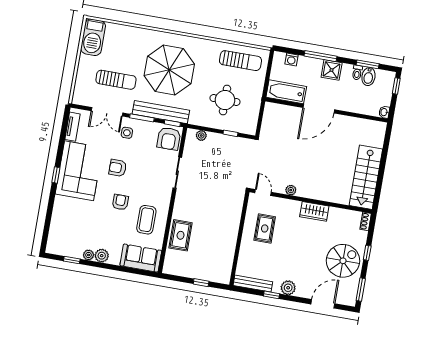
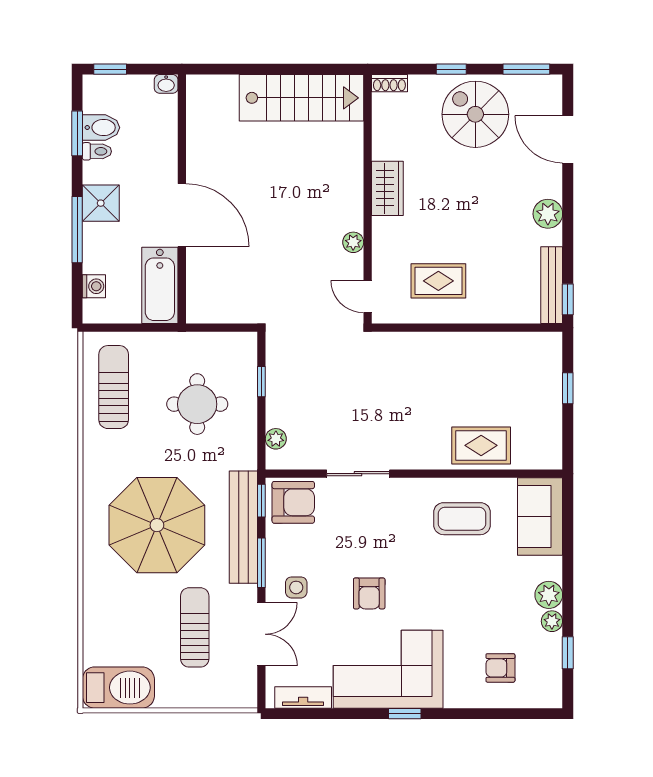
door: (263, 192) -> (368, 297), hinge flipped
armchair: (120, 202) -> (500, 668), moved
window: (271, 295) -> (568, 299), moved

